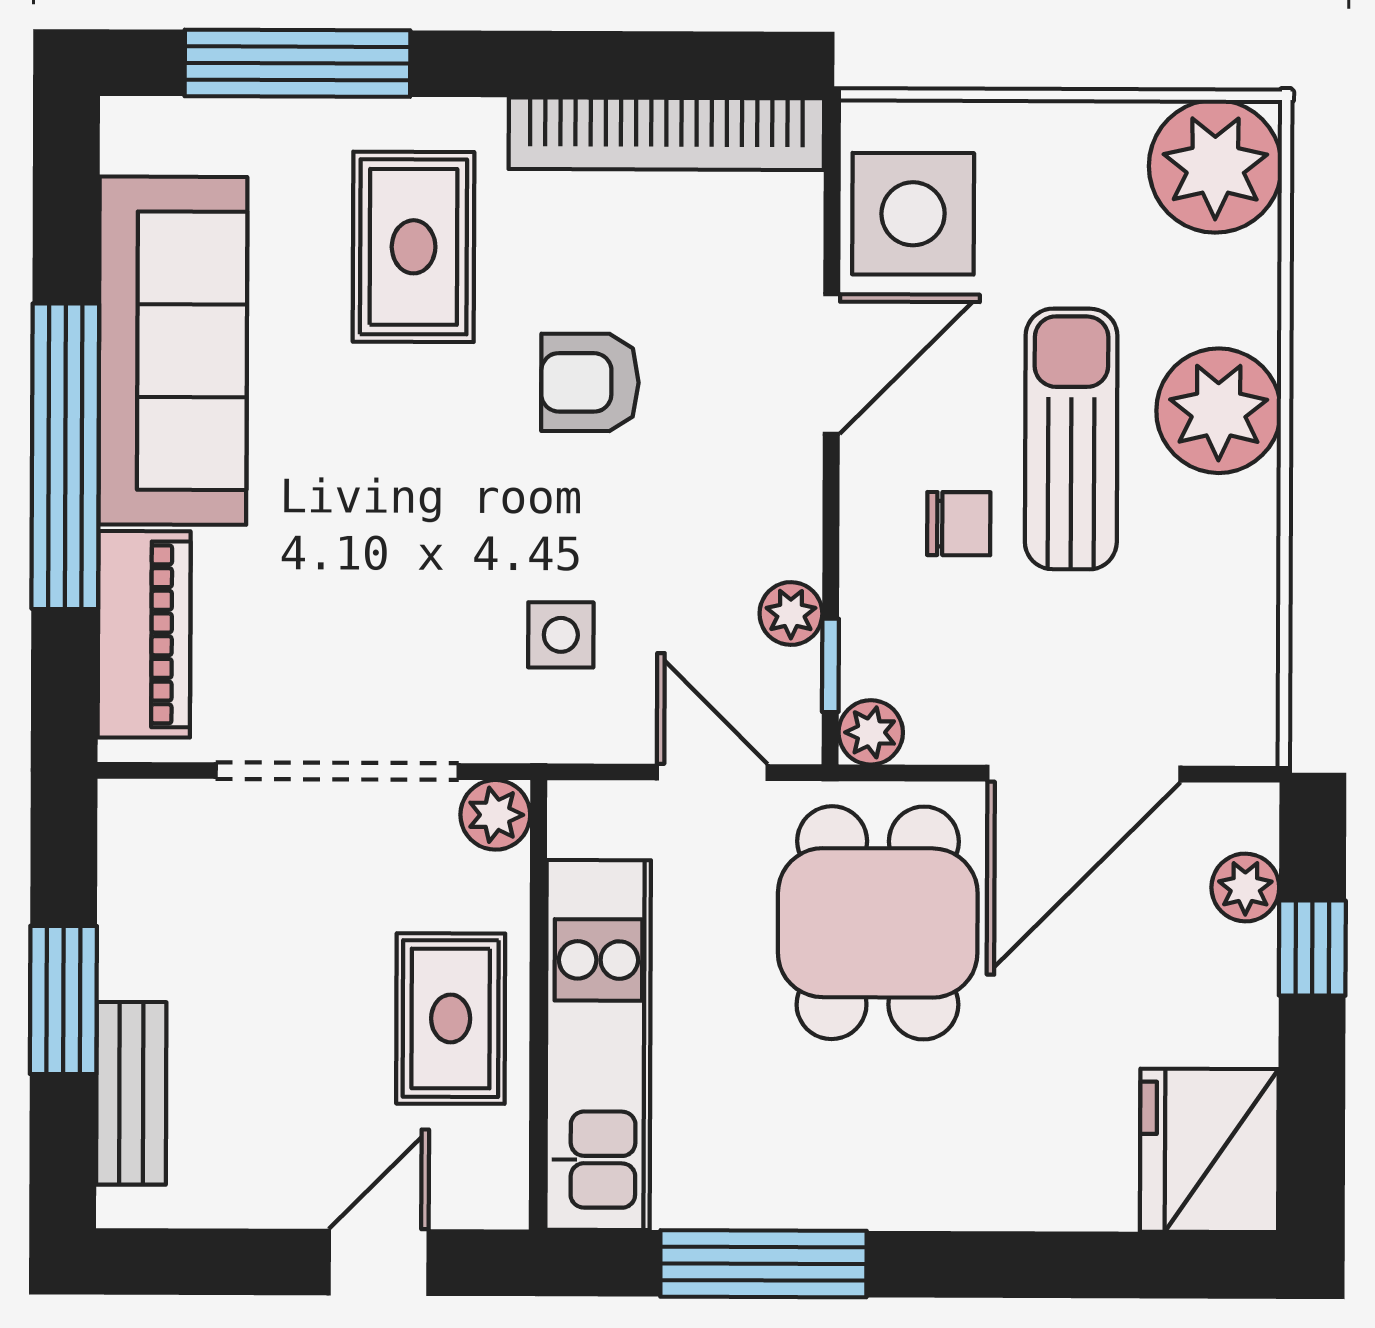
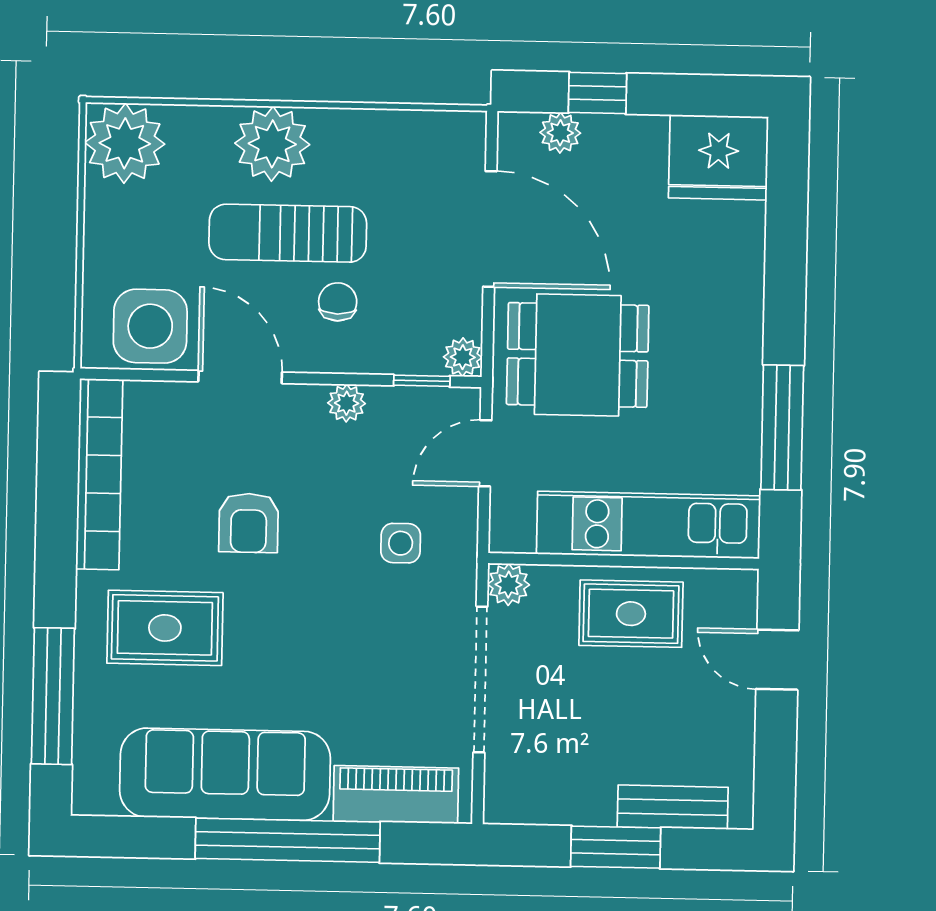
plant: (791, 613) -> (347, 403), moved

